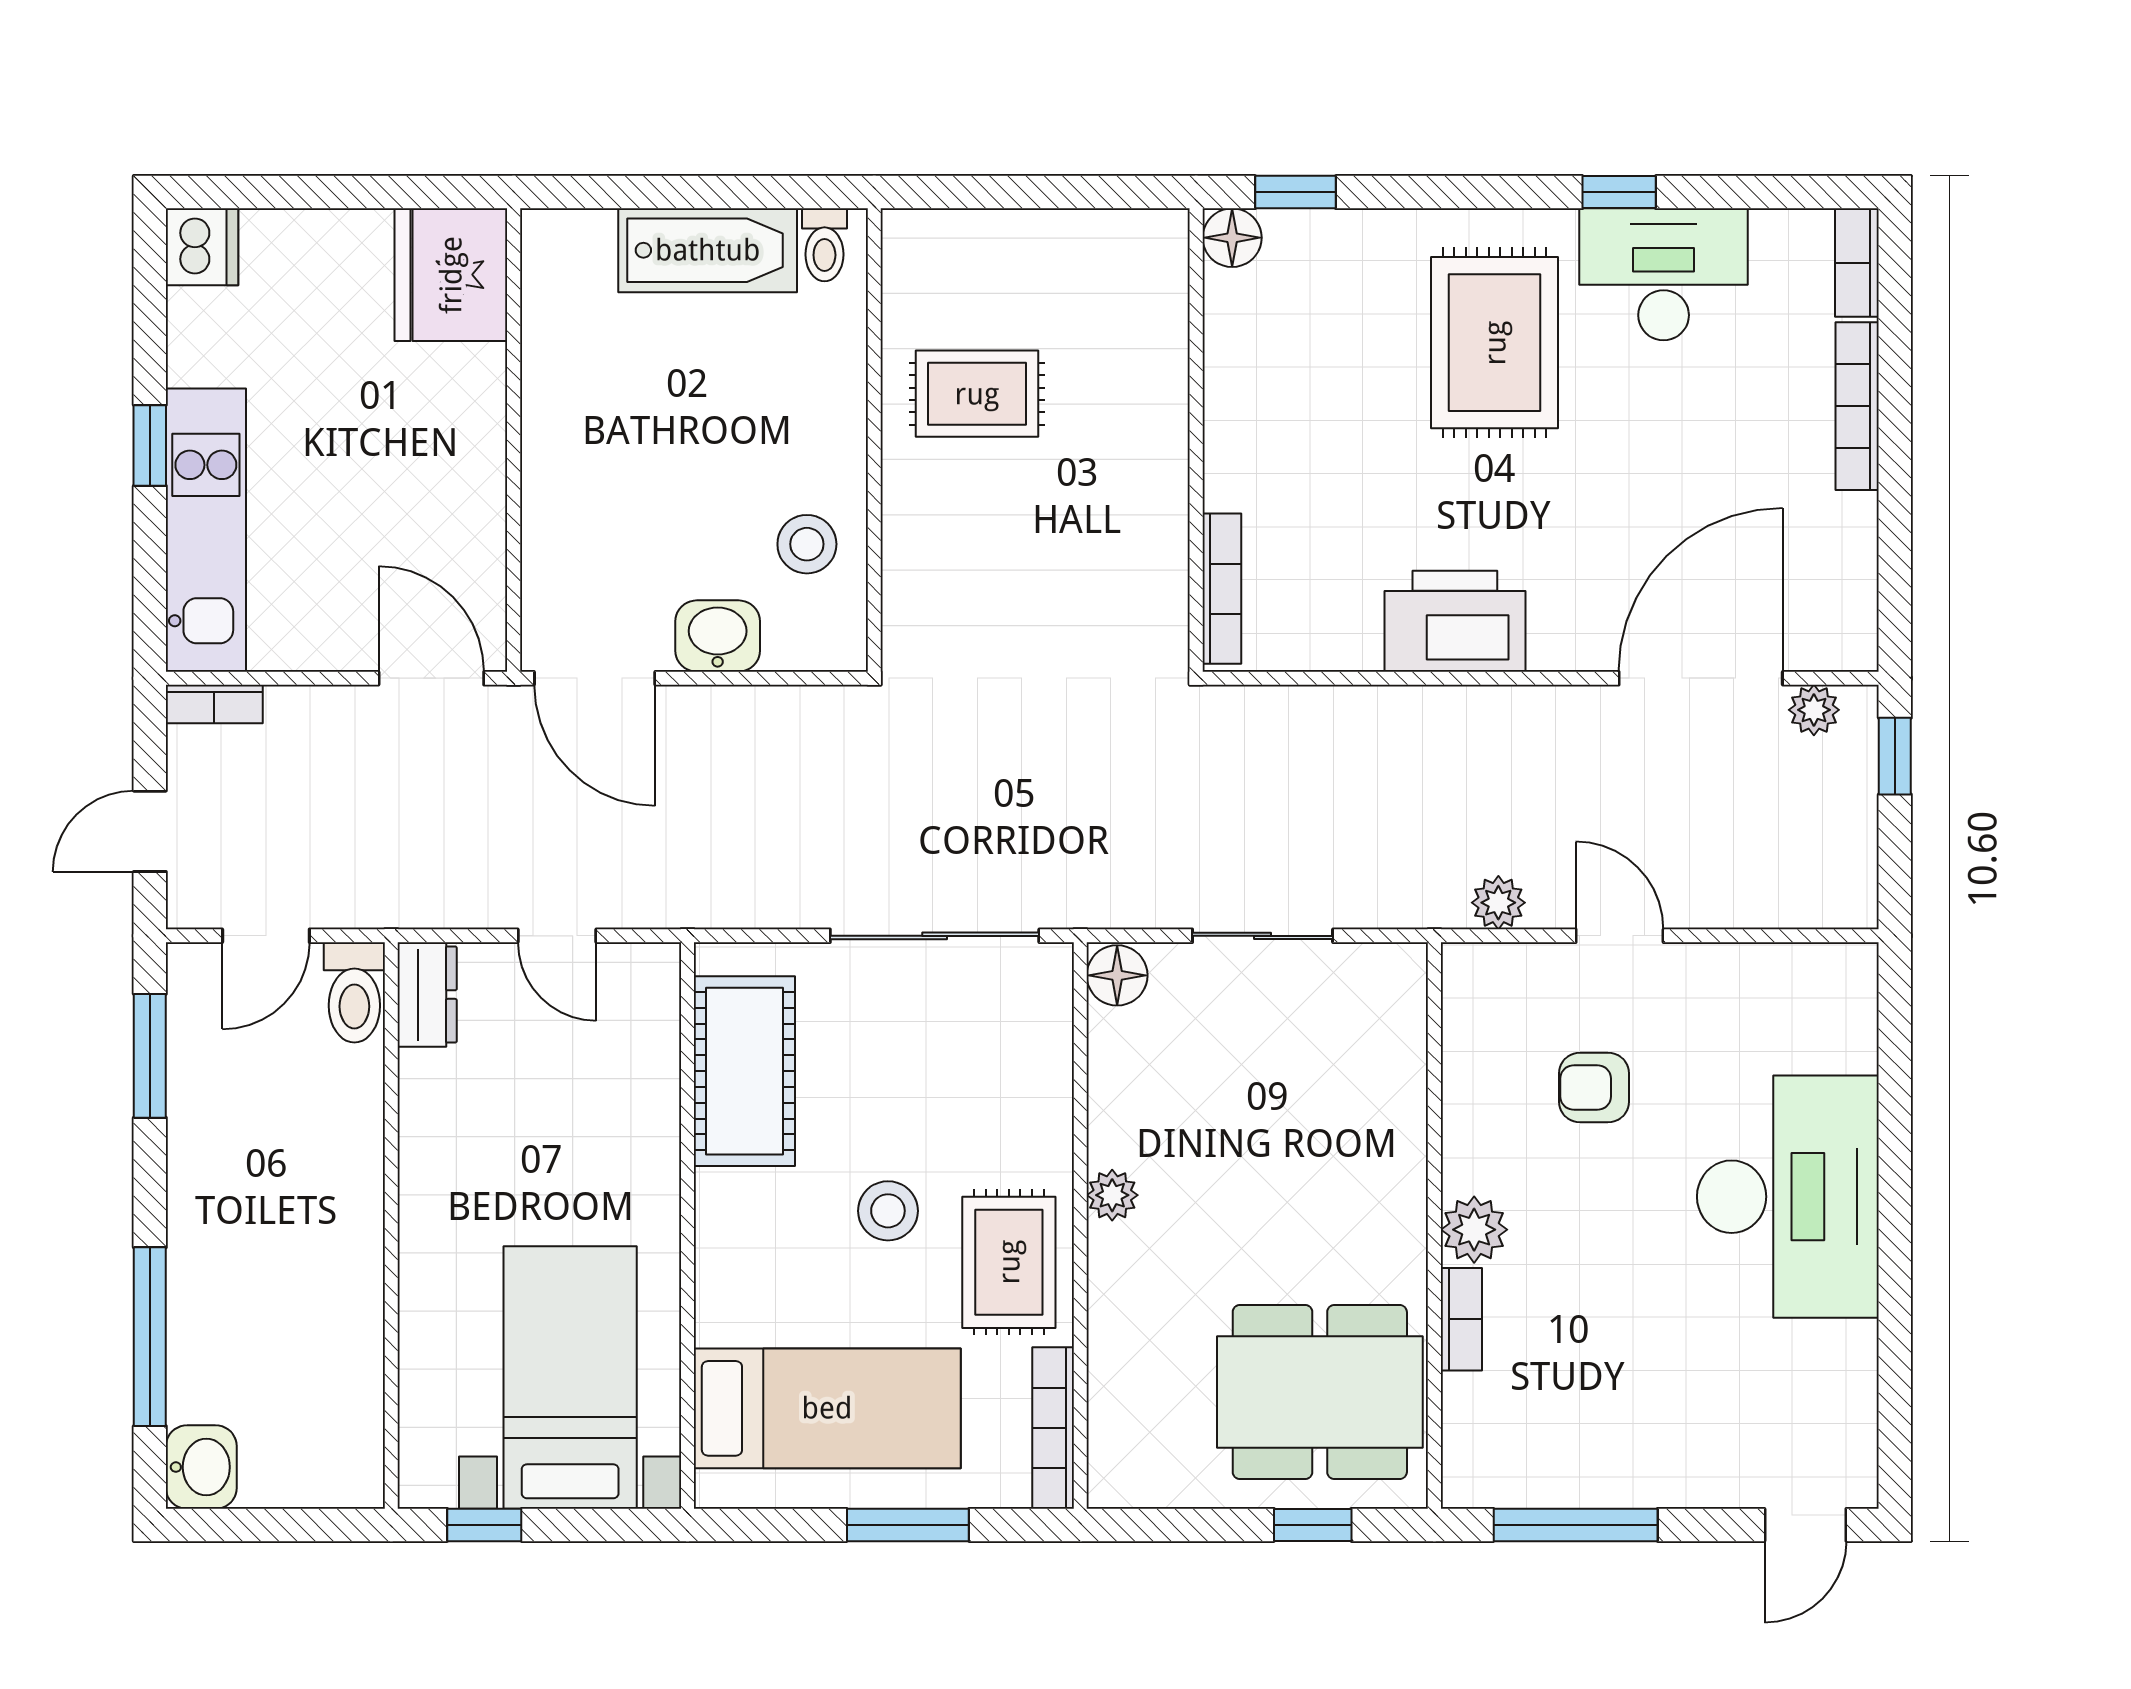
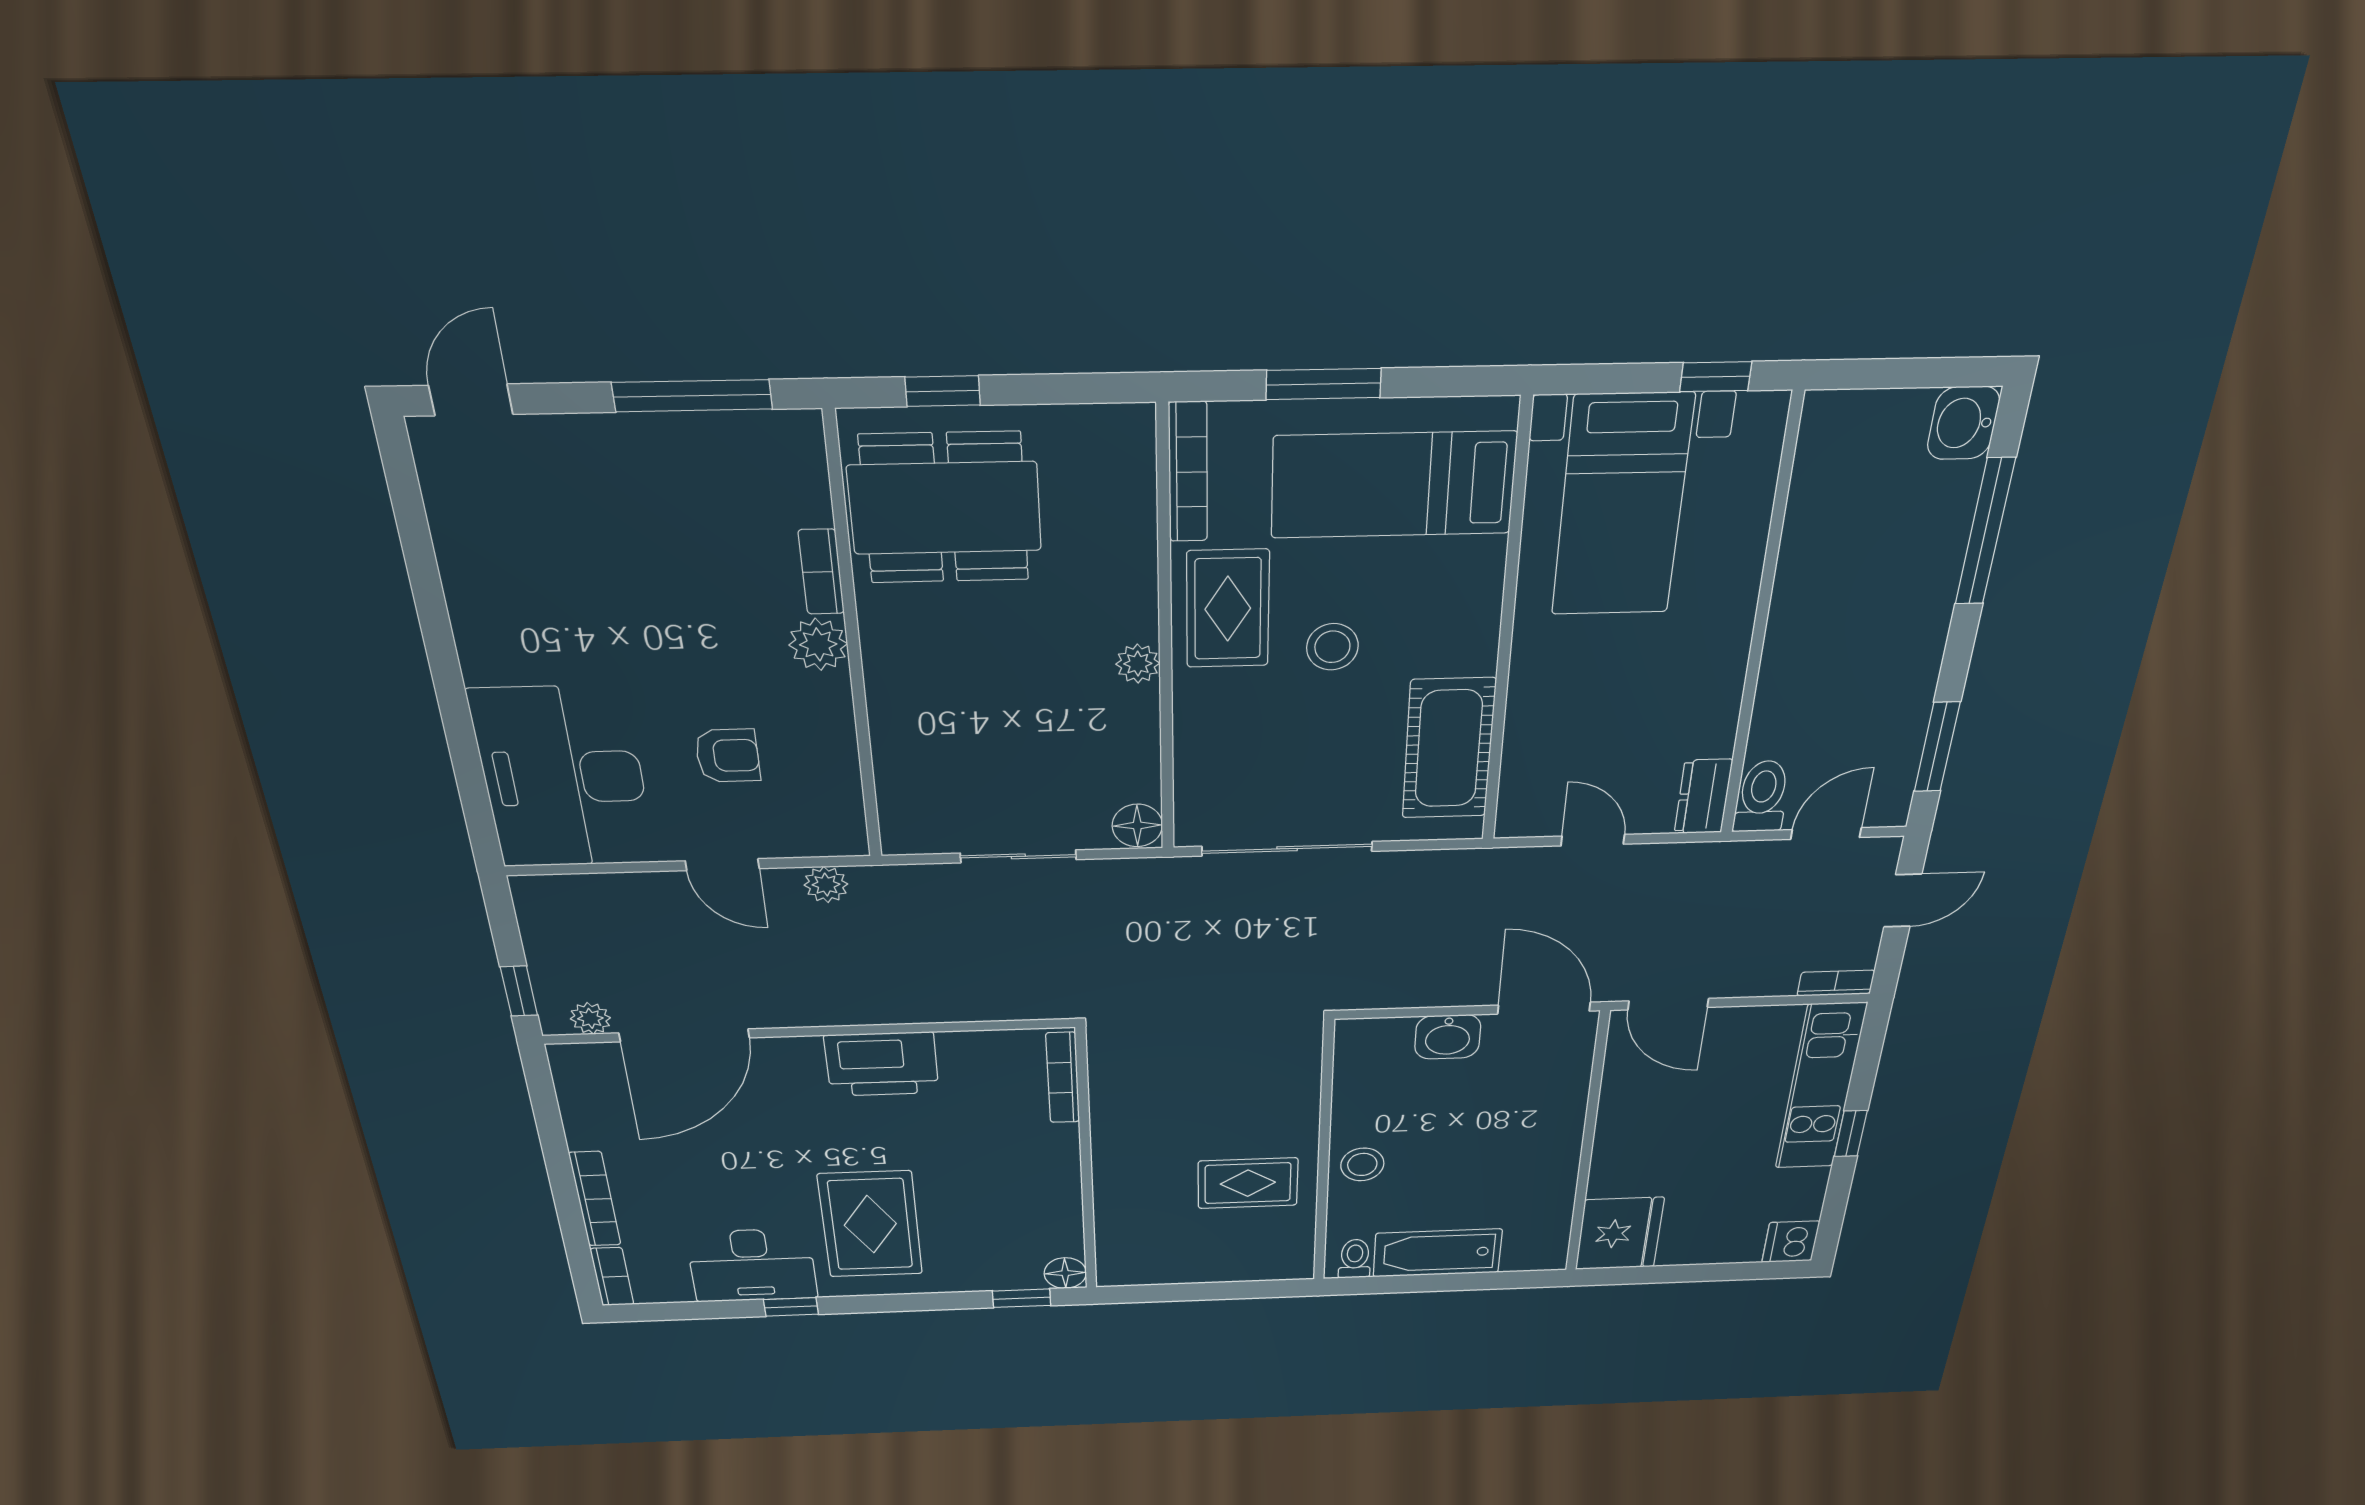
stool: (807, 544) -> (1362, 1164), moved
desk: (1788, 1197) -> (563, 778), moved

